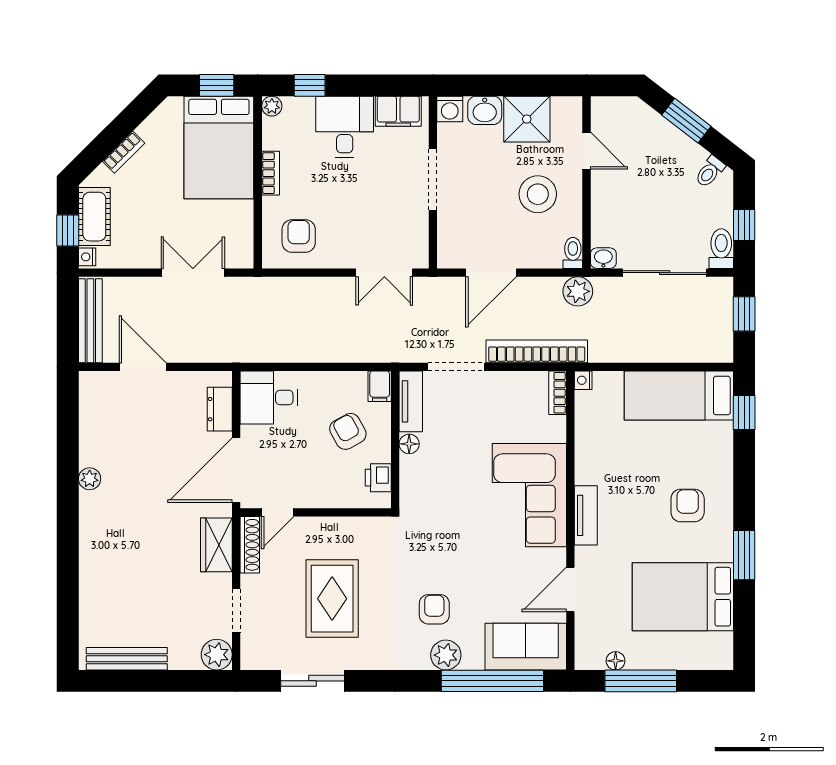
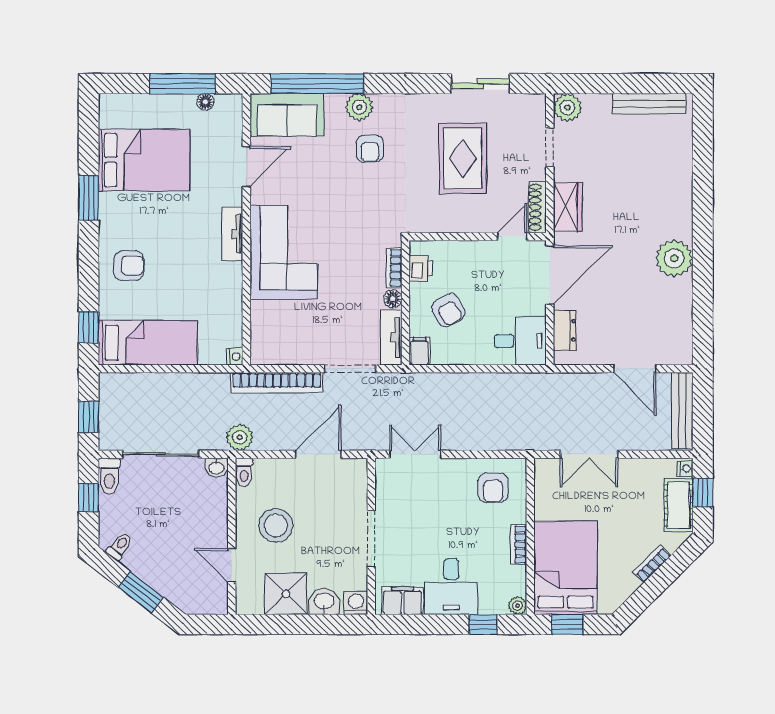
bookcase: (558, 393) -> (394, 268), moved, turned 180
plant: (90, 479) -> (674, 258), width x1.87, depth x1.87
armchair: (688, 505) -> (129, 266), moved, turned -90

